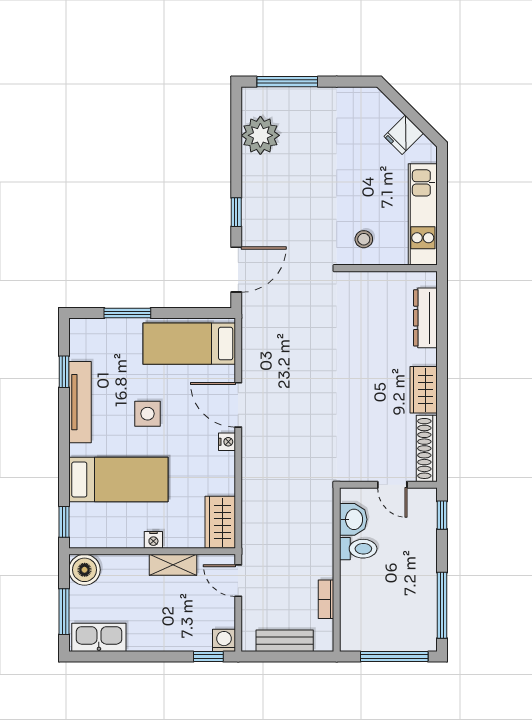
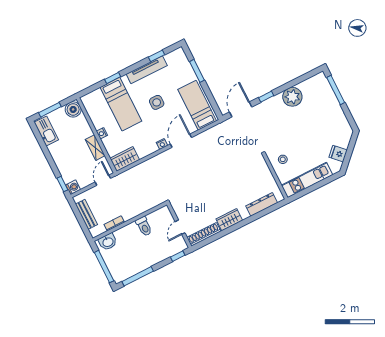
plant: (260, 135) -> (292, 97), moved
door: (236, 270) -> (241, 109), swing flipped
washbasin: (353, 519) -> (108, 242), moved
window: (64, 522) -> (113, 78), moved

